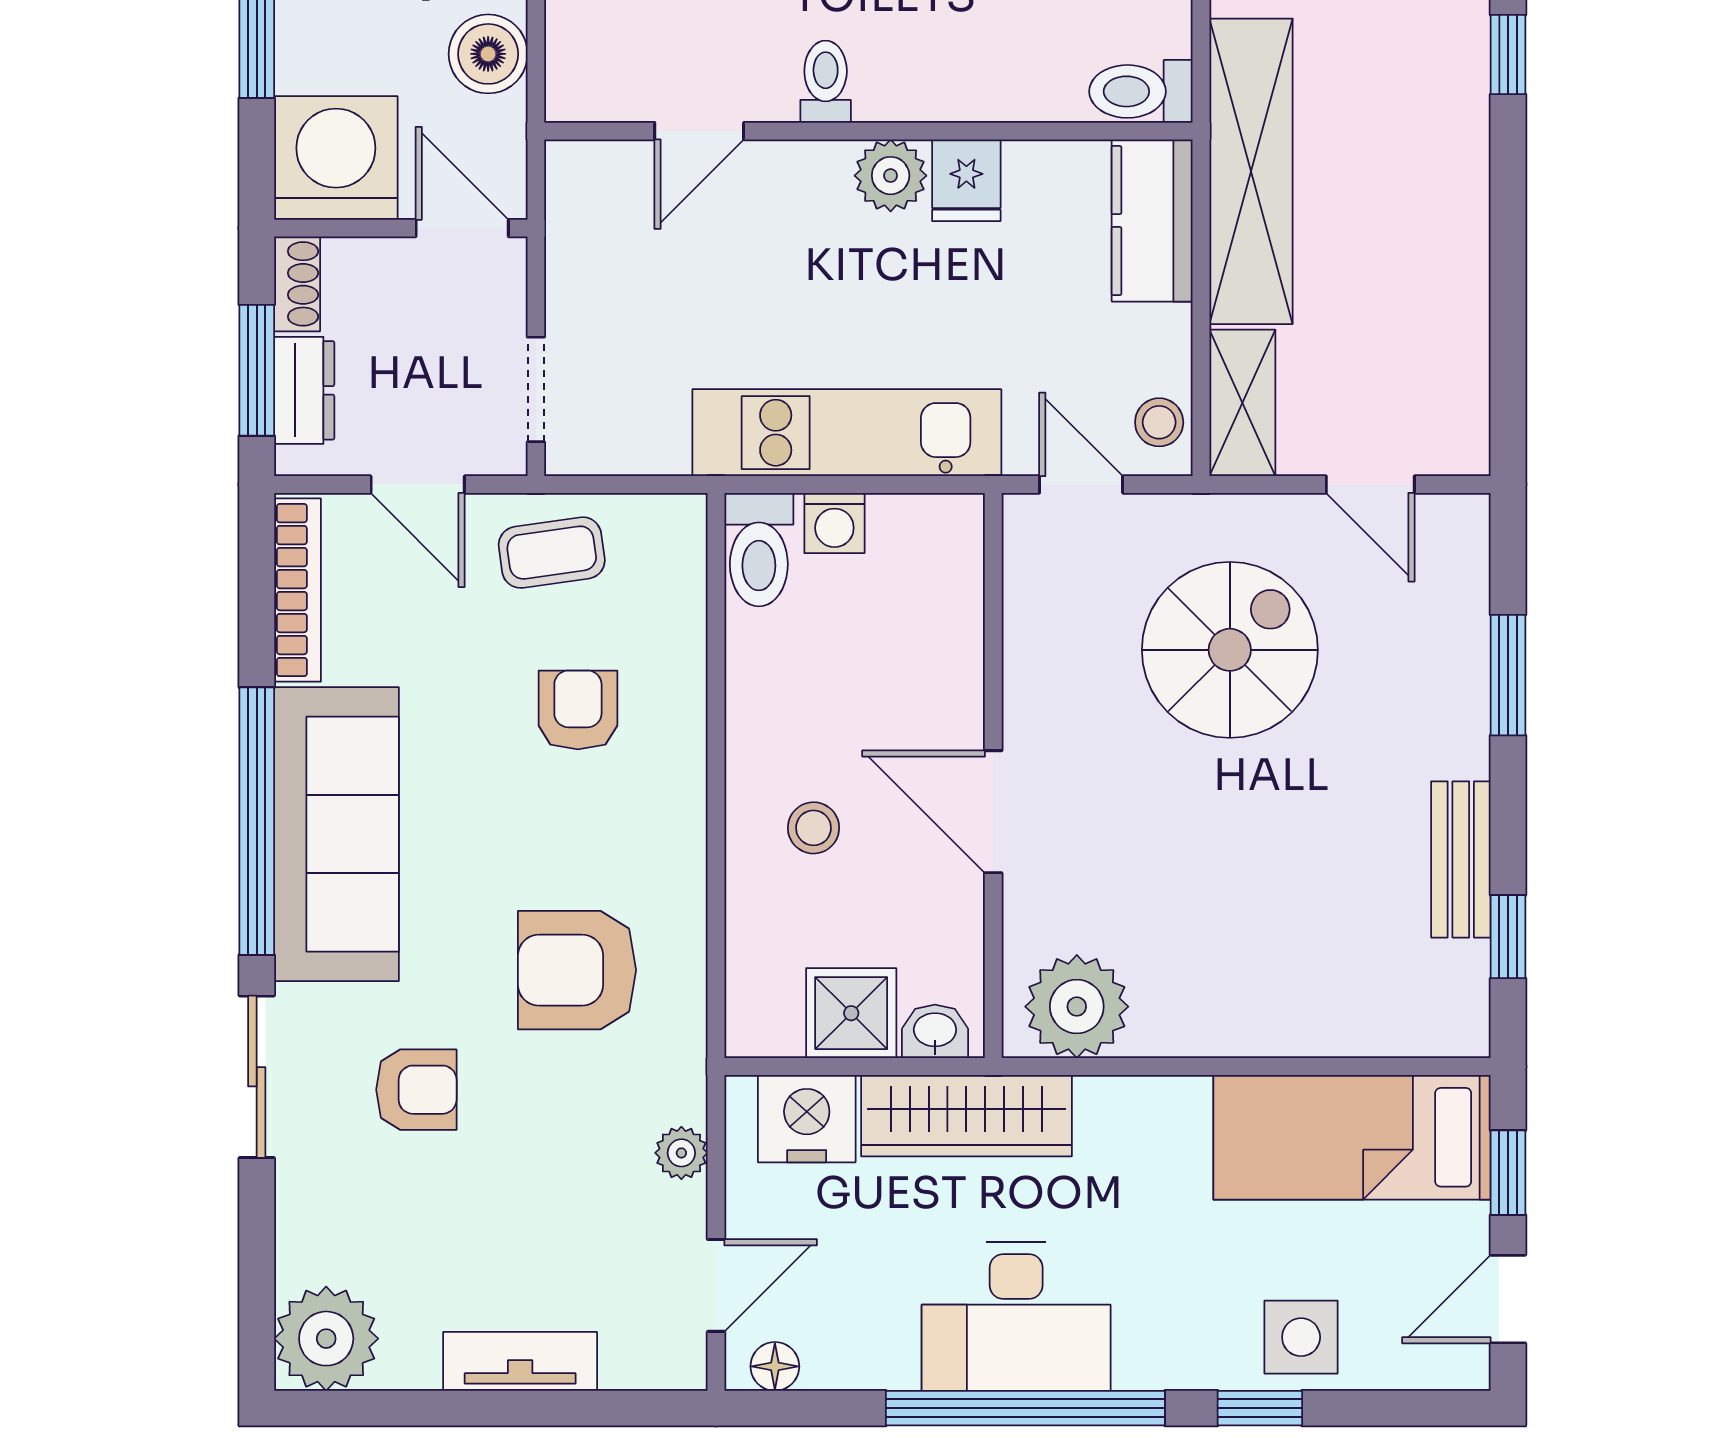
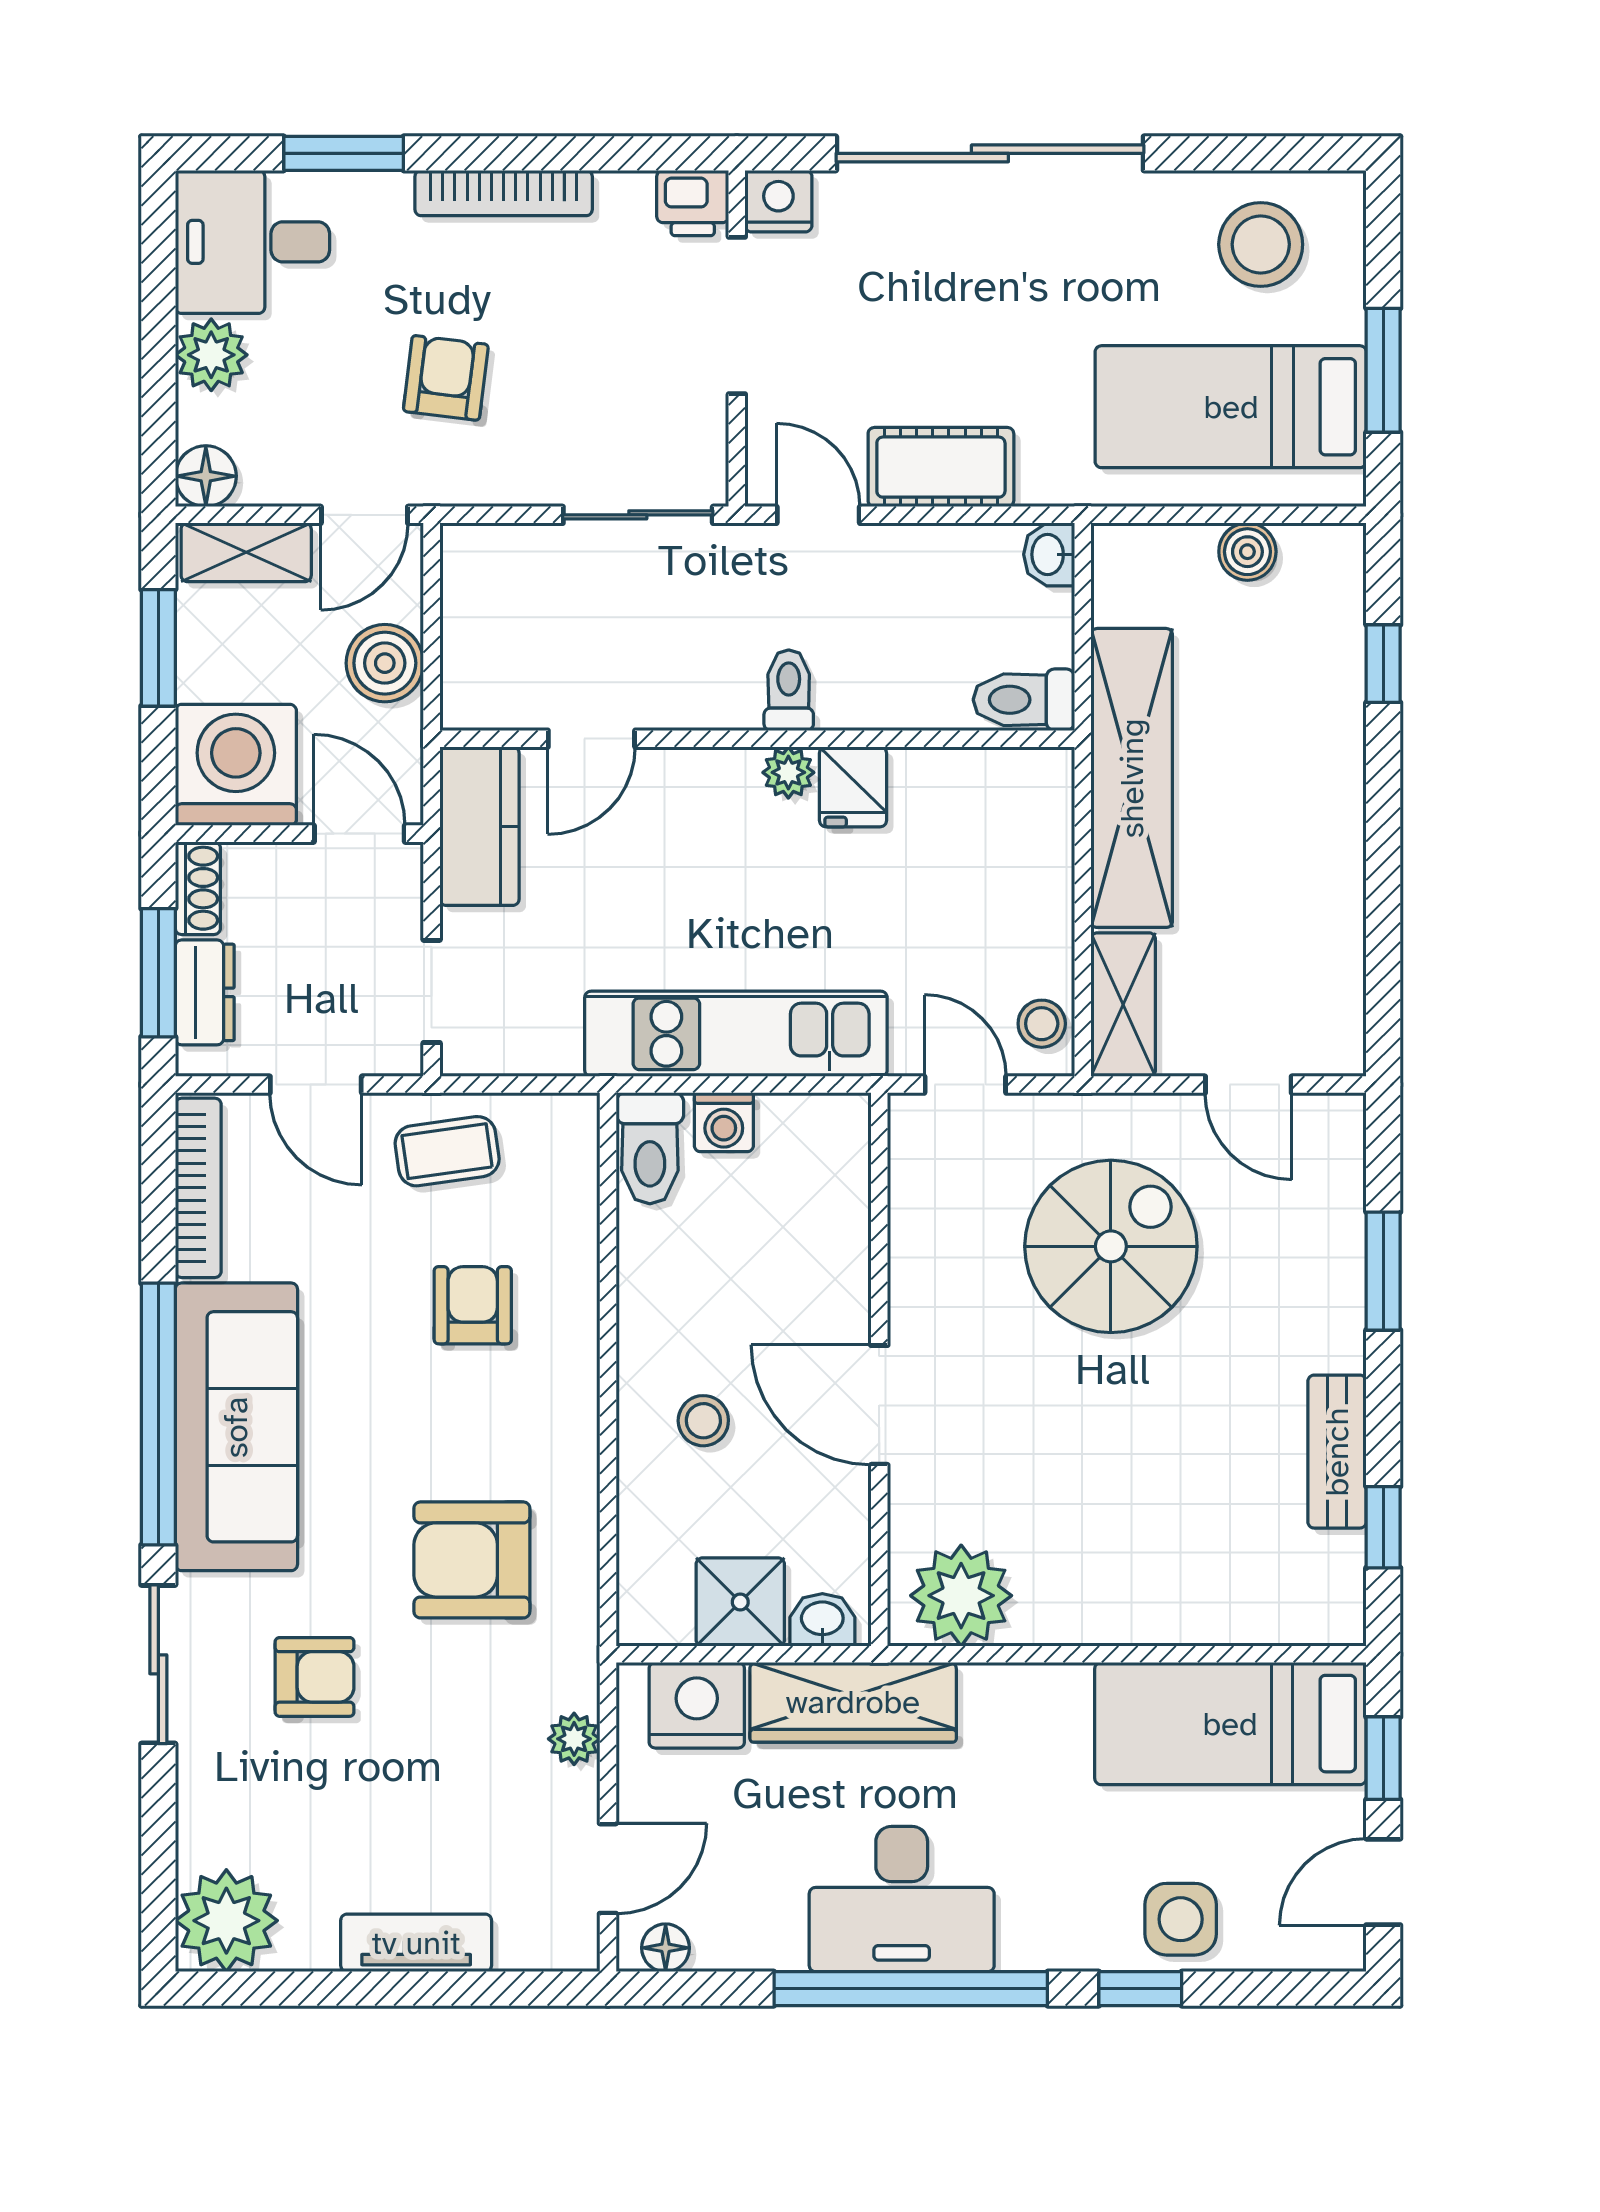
toilet: (826, 82) -> (789, 690), moved
plant: (891, 176) -> (788, 772), width x0.73, depth x0.73
kitchen counter: (1152, 221) -> (479, 826), moved, turned 180

